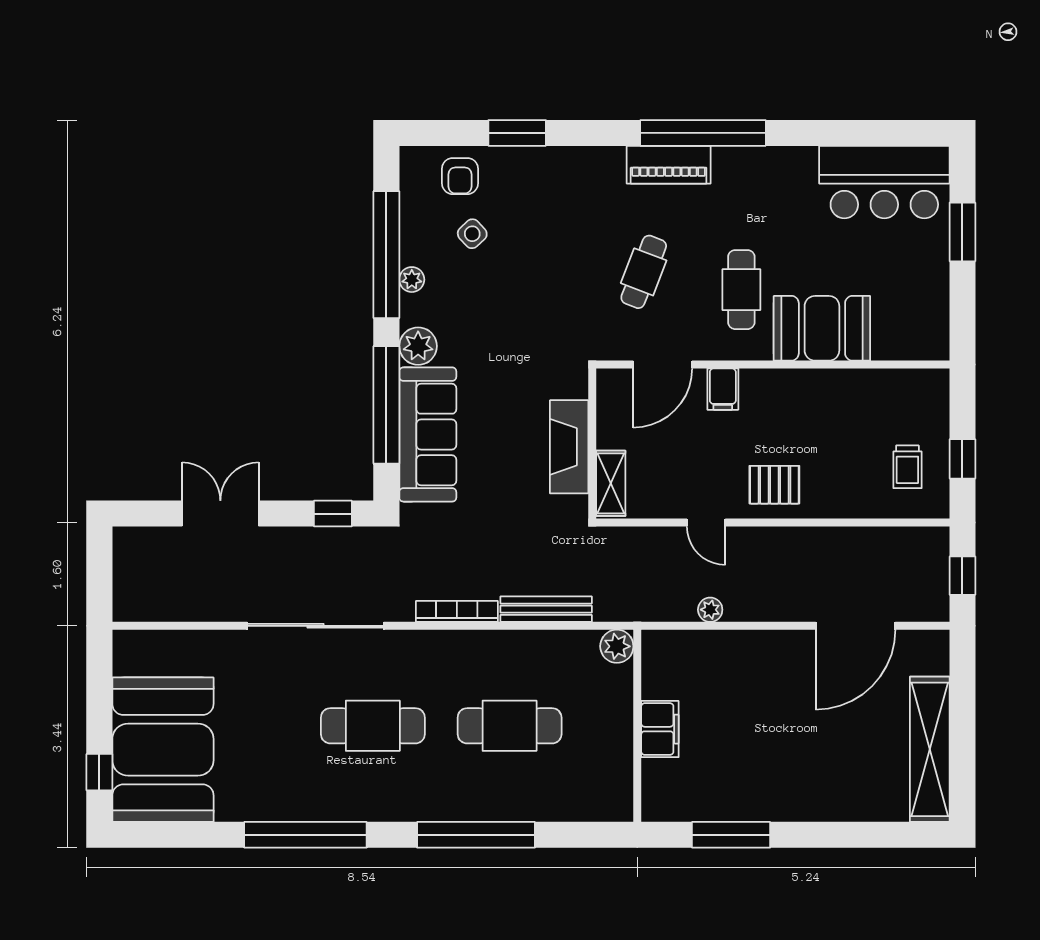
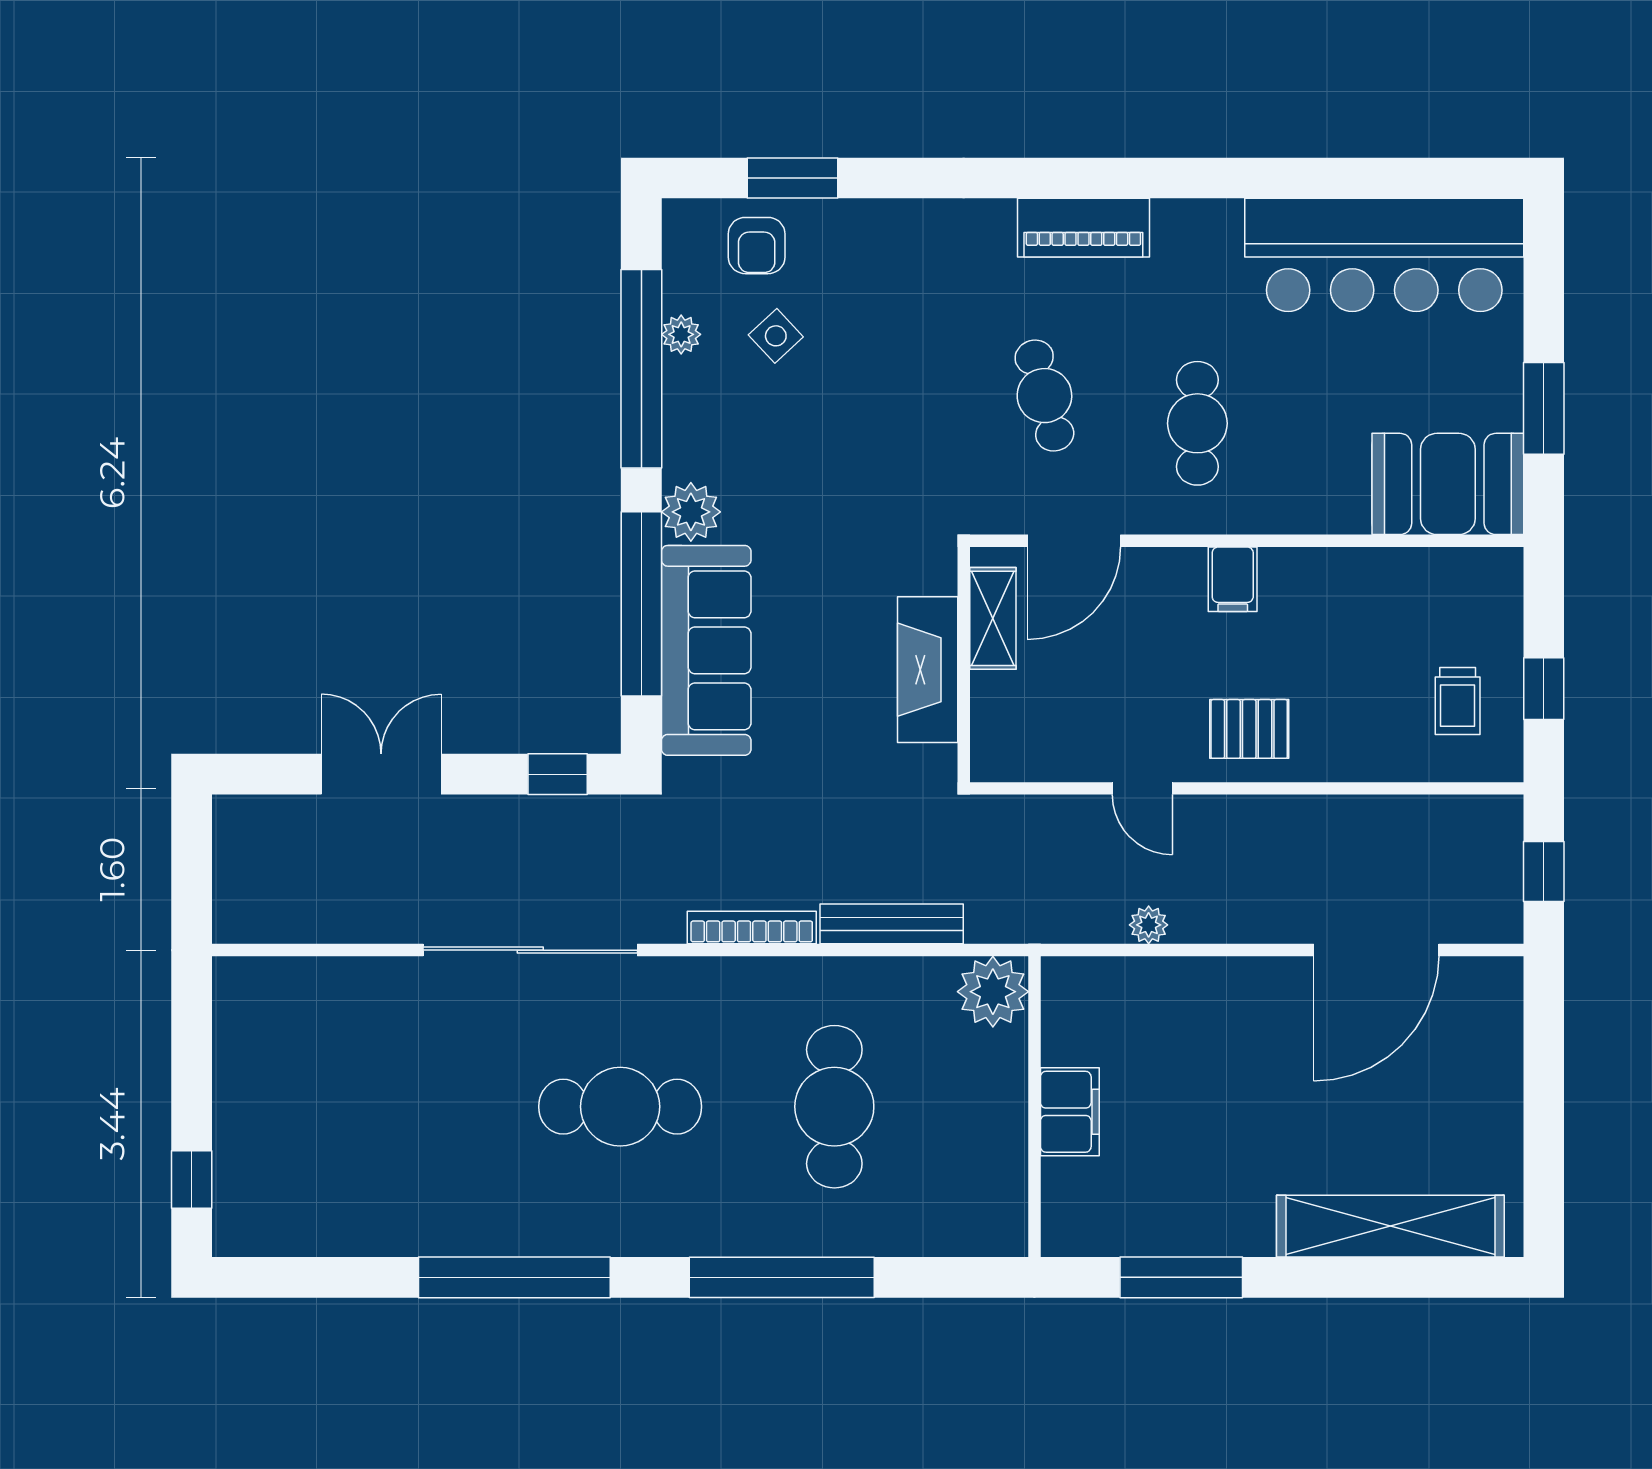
window: (517, 133) -> (793, 178), moved
window: (703, 133) -> (1137, 178), removed
bar counter: (884, 182) -> (1384, 255), width x1.36
window: (962, 232) -> (1544, 408), moved
cafe table: (644, 272) -> (1044, 396), turned -36
plant: (412, 280) -> (681, 334), moved
booth: (822, 328) -> (1448, 484), moved
filing cabinet: (723, 389) -> (1233, 579), moved
shelving: (611, 483) -> (993, 618), moved
plant: (617, 646) -> (993, 992), width x1.36, depth x1.36
cafe table: (510, 726) -> (834, 1107), turned 90
shelving: (930, 749) -> (1390, 1226), moved, turned 90
booth: (163, 750) -> (291, 1144), removed

